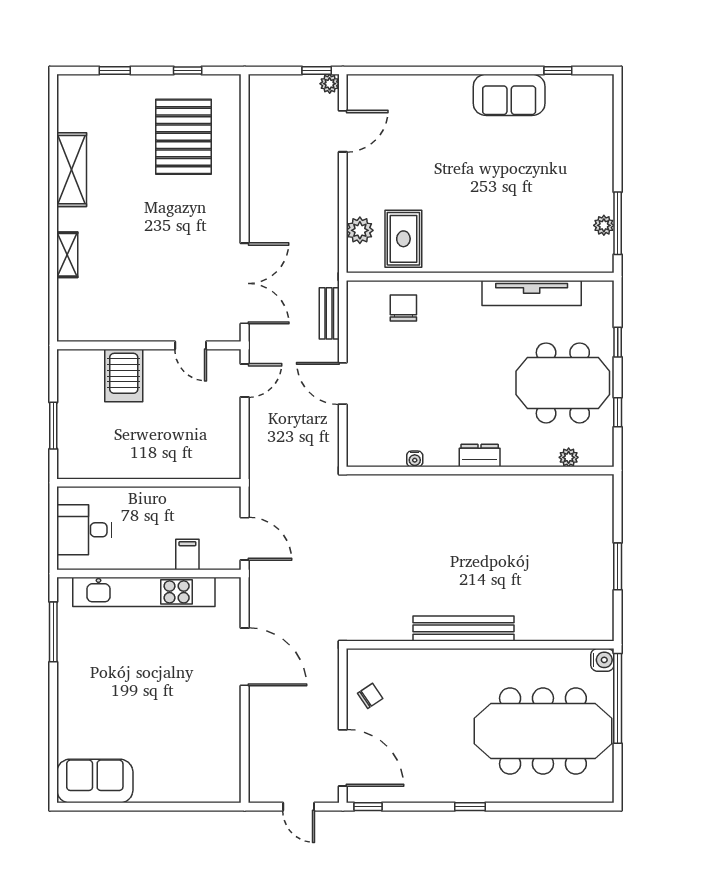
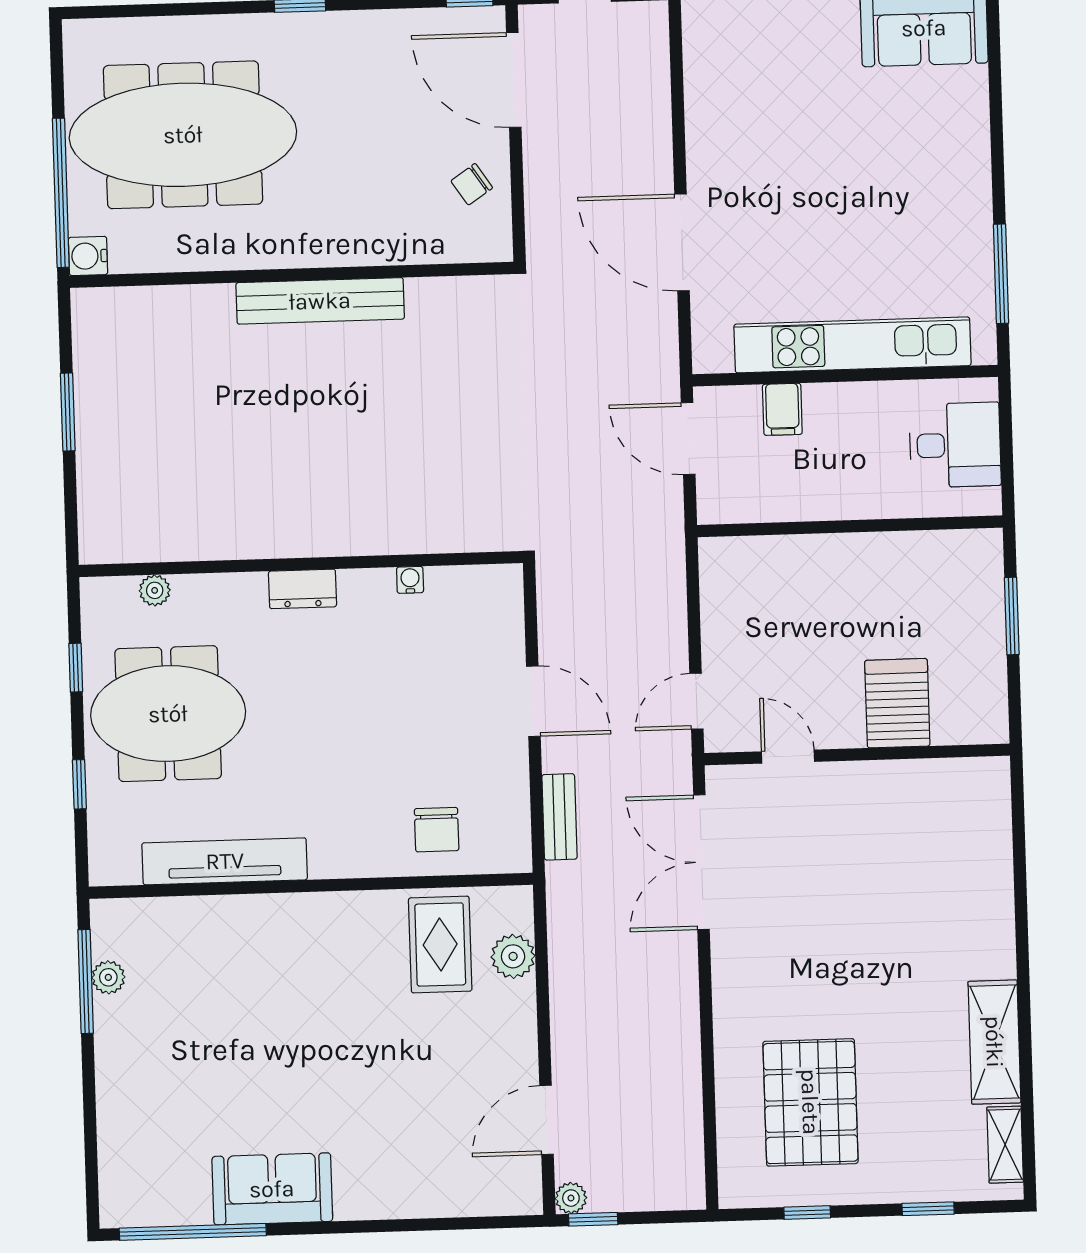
window: (558, 71) -> (193, 1232), width x3.17
shelving: (67, 255) -> (1005, 1145), moved

